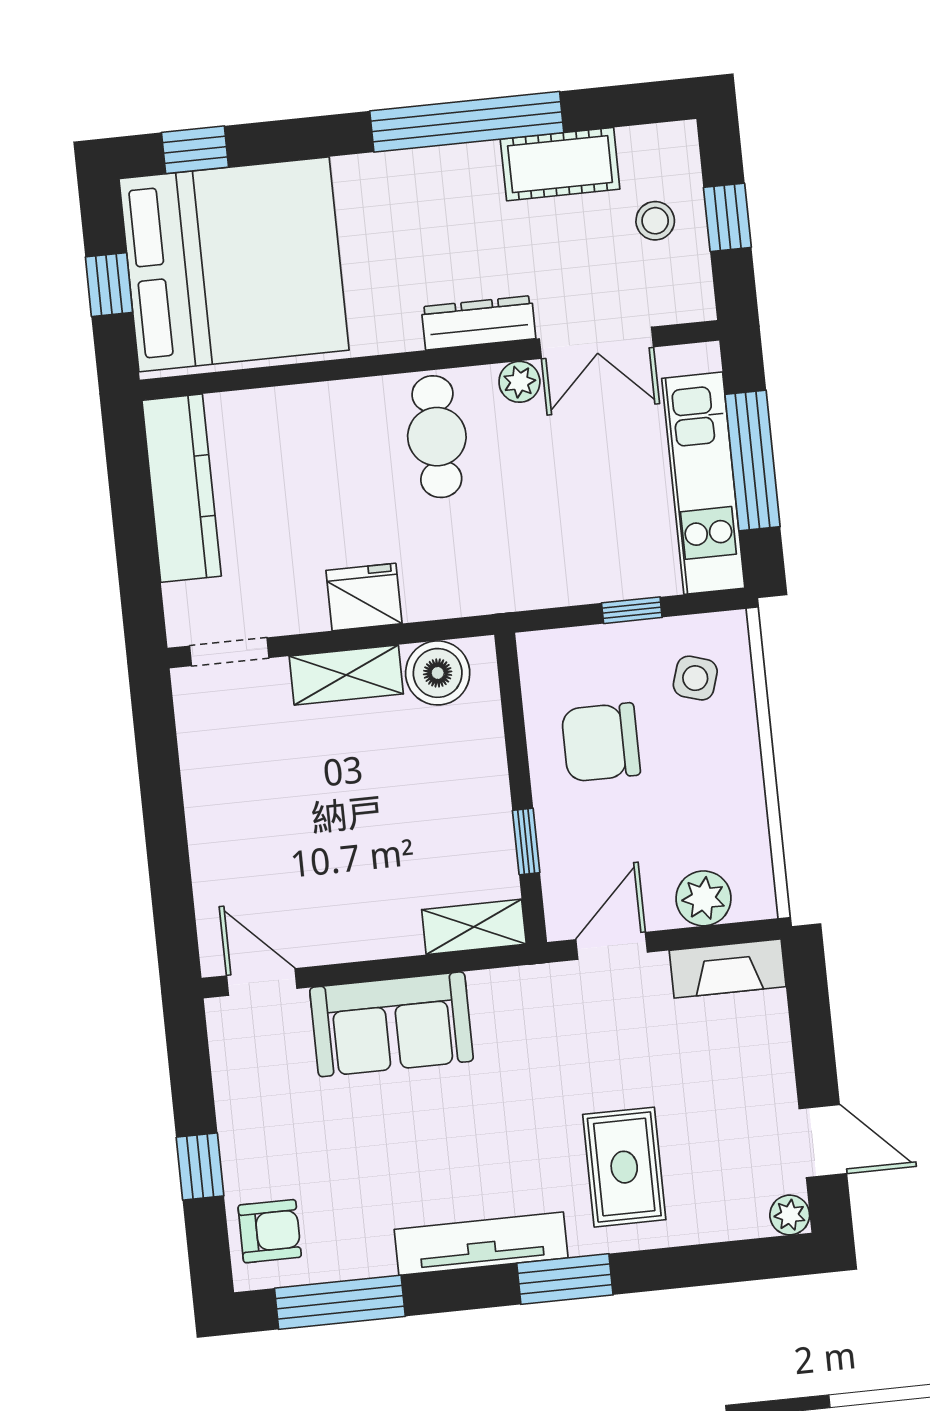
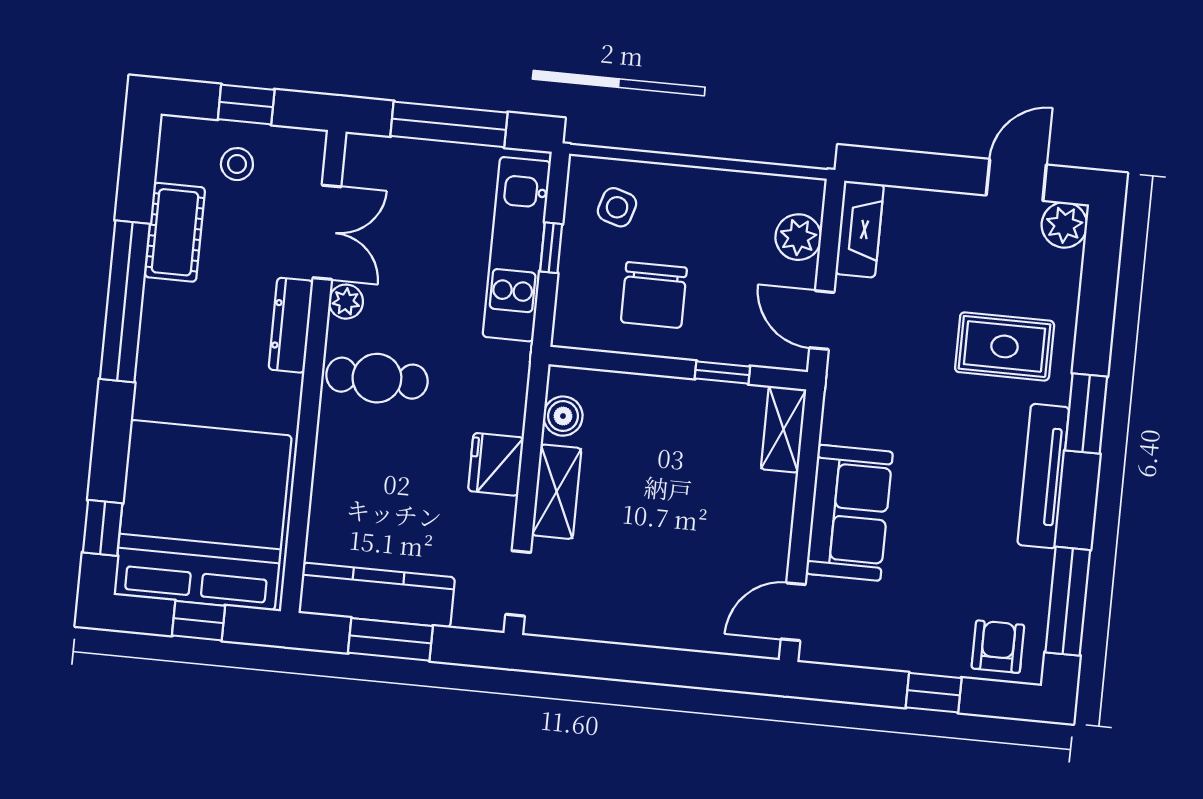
kitchen unit: (703, 483) -> (517, 249), moved, turned 90
window: (133, 515) -> (390, 639), added
boiler: (438, 673) -> (563, 416), width x0.73, depth x0.73
plant: (790, 1215) -> (1064, 225), width x1.38, depth x1.38

